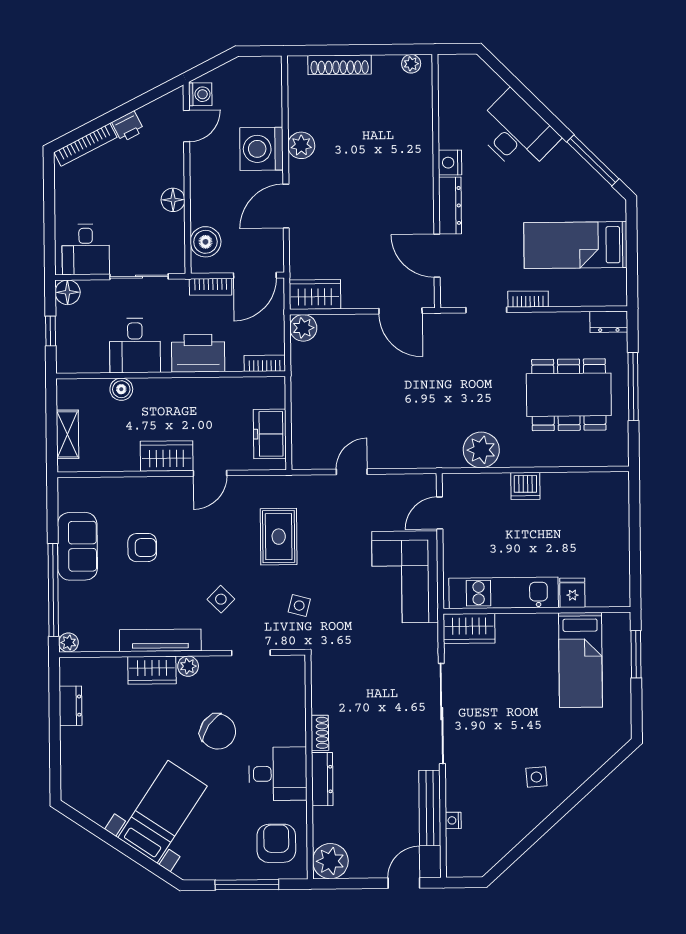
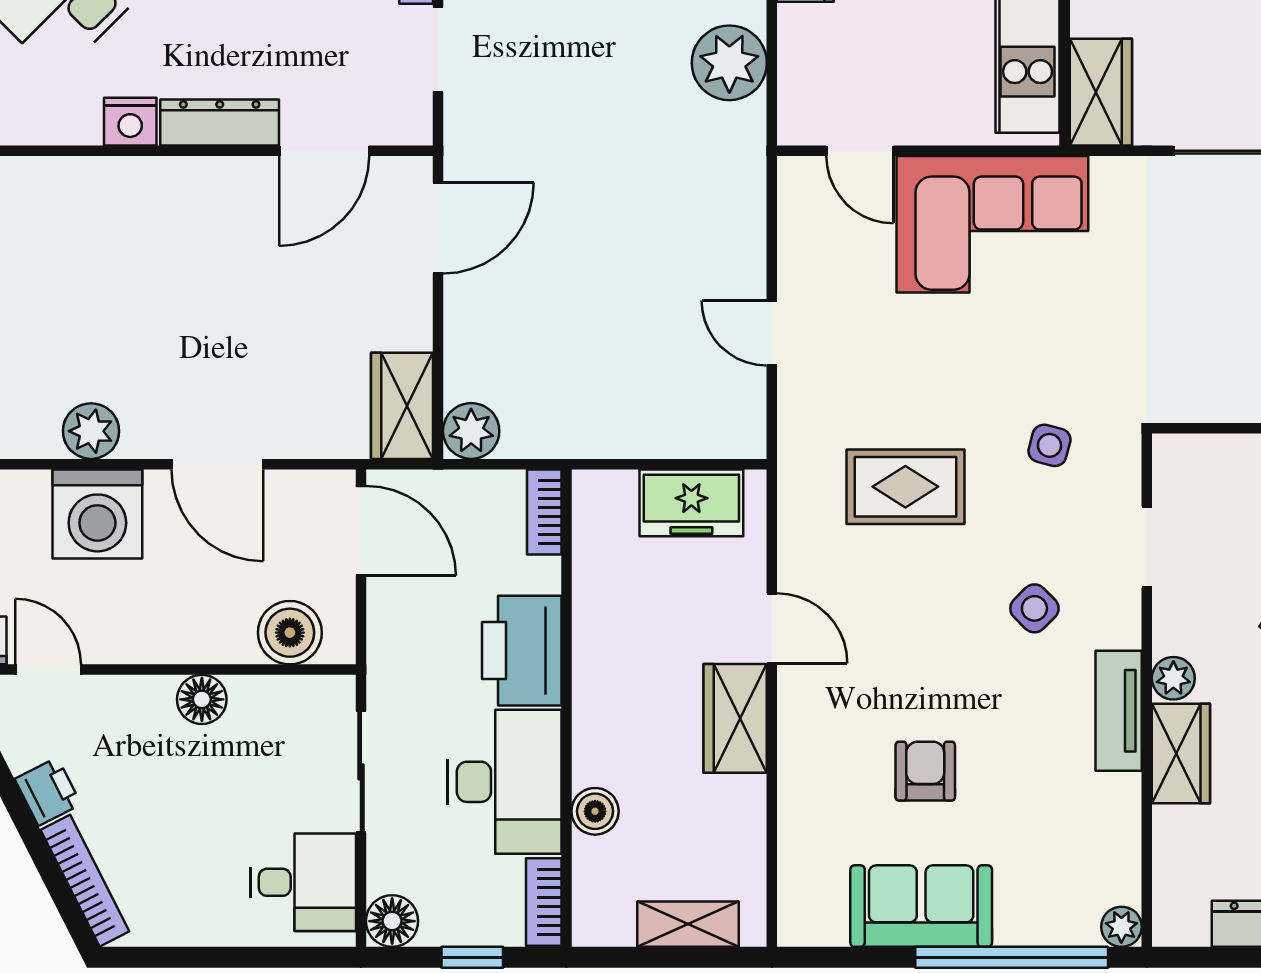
bookcase: (211, 287) -> (544, 902), moved, turned 180
desk: (135, 346) -> (505, 782), width x1.37
tv unit: (160, 640) -> (1119, 711), width x0.71

